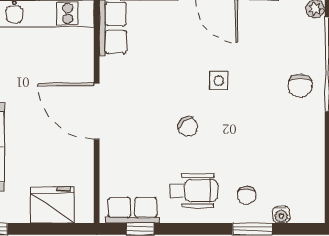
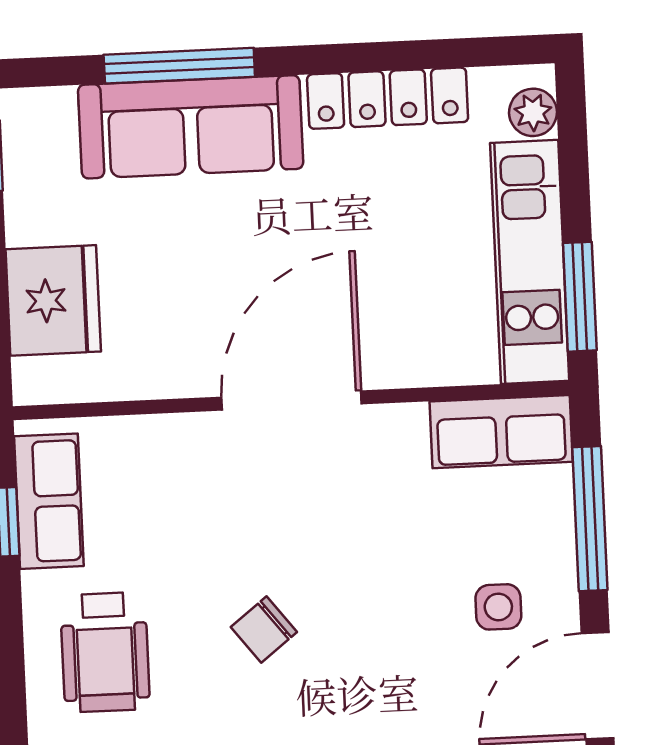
side table: (219, 81) -> (498, 607), moved

